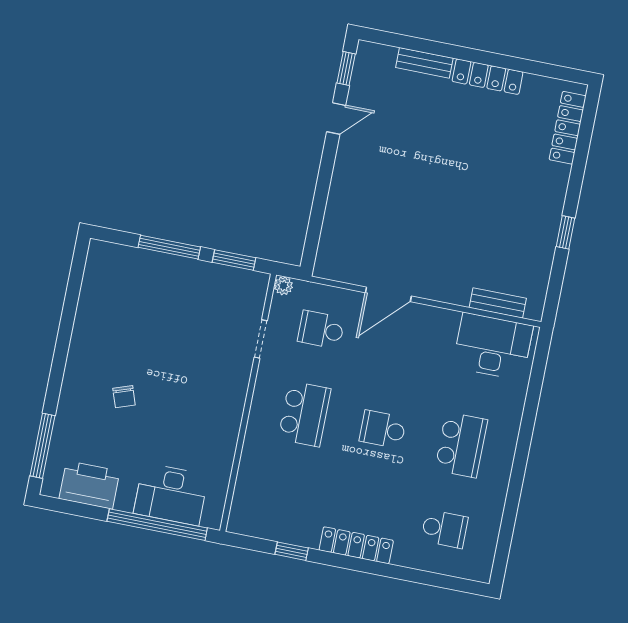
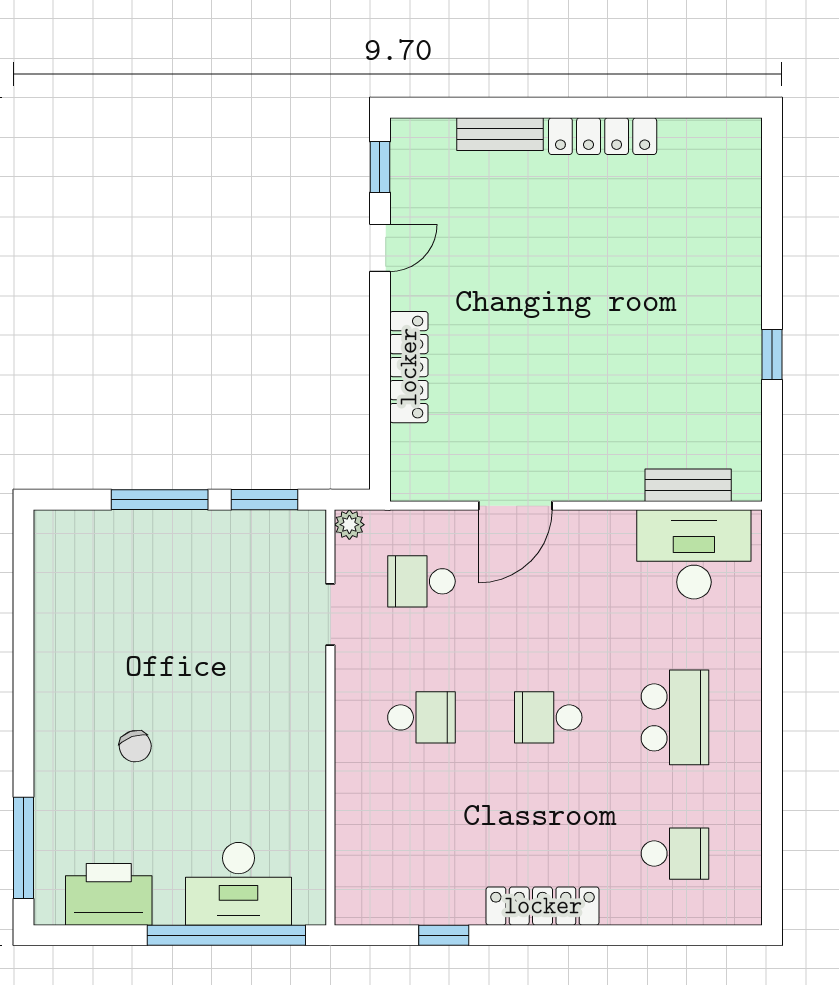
locker: (568, 128) -> (409, 367), moved, turned 180
school desk: (304, 414) -> (421, 717), width x0.54

